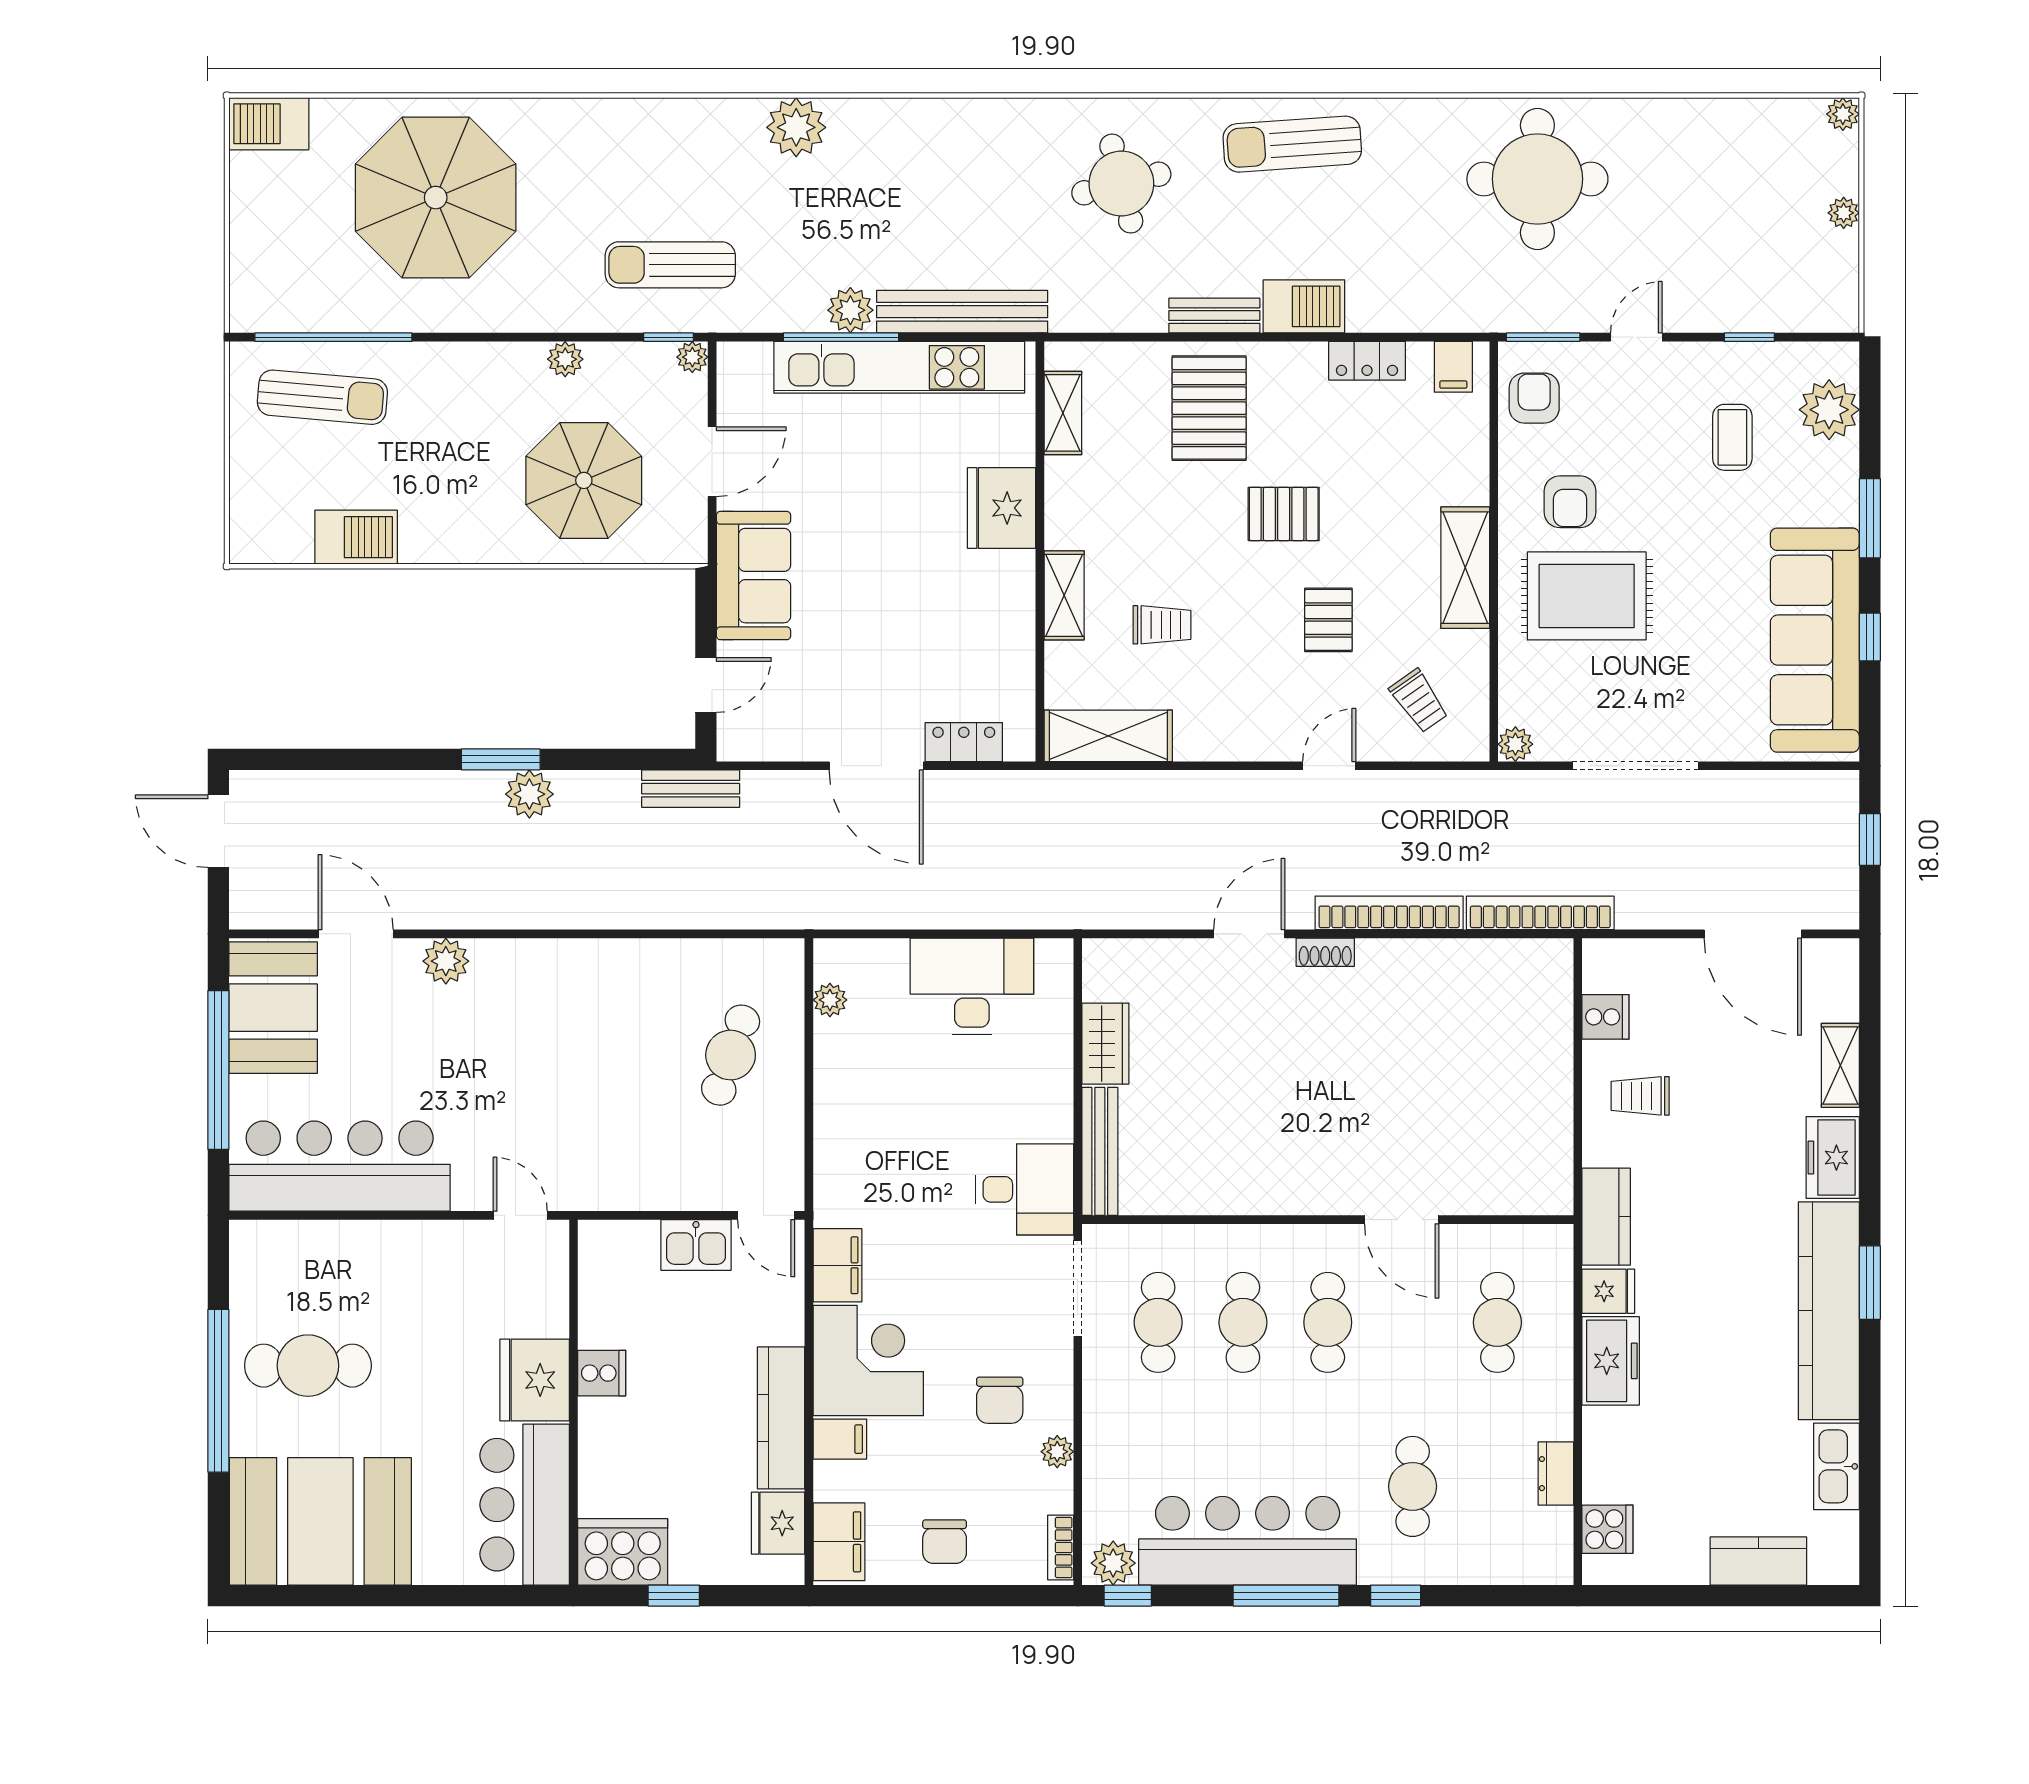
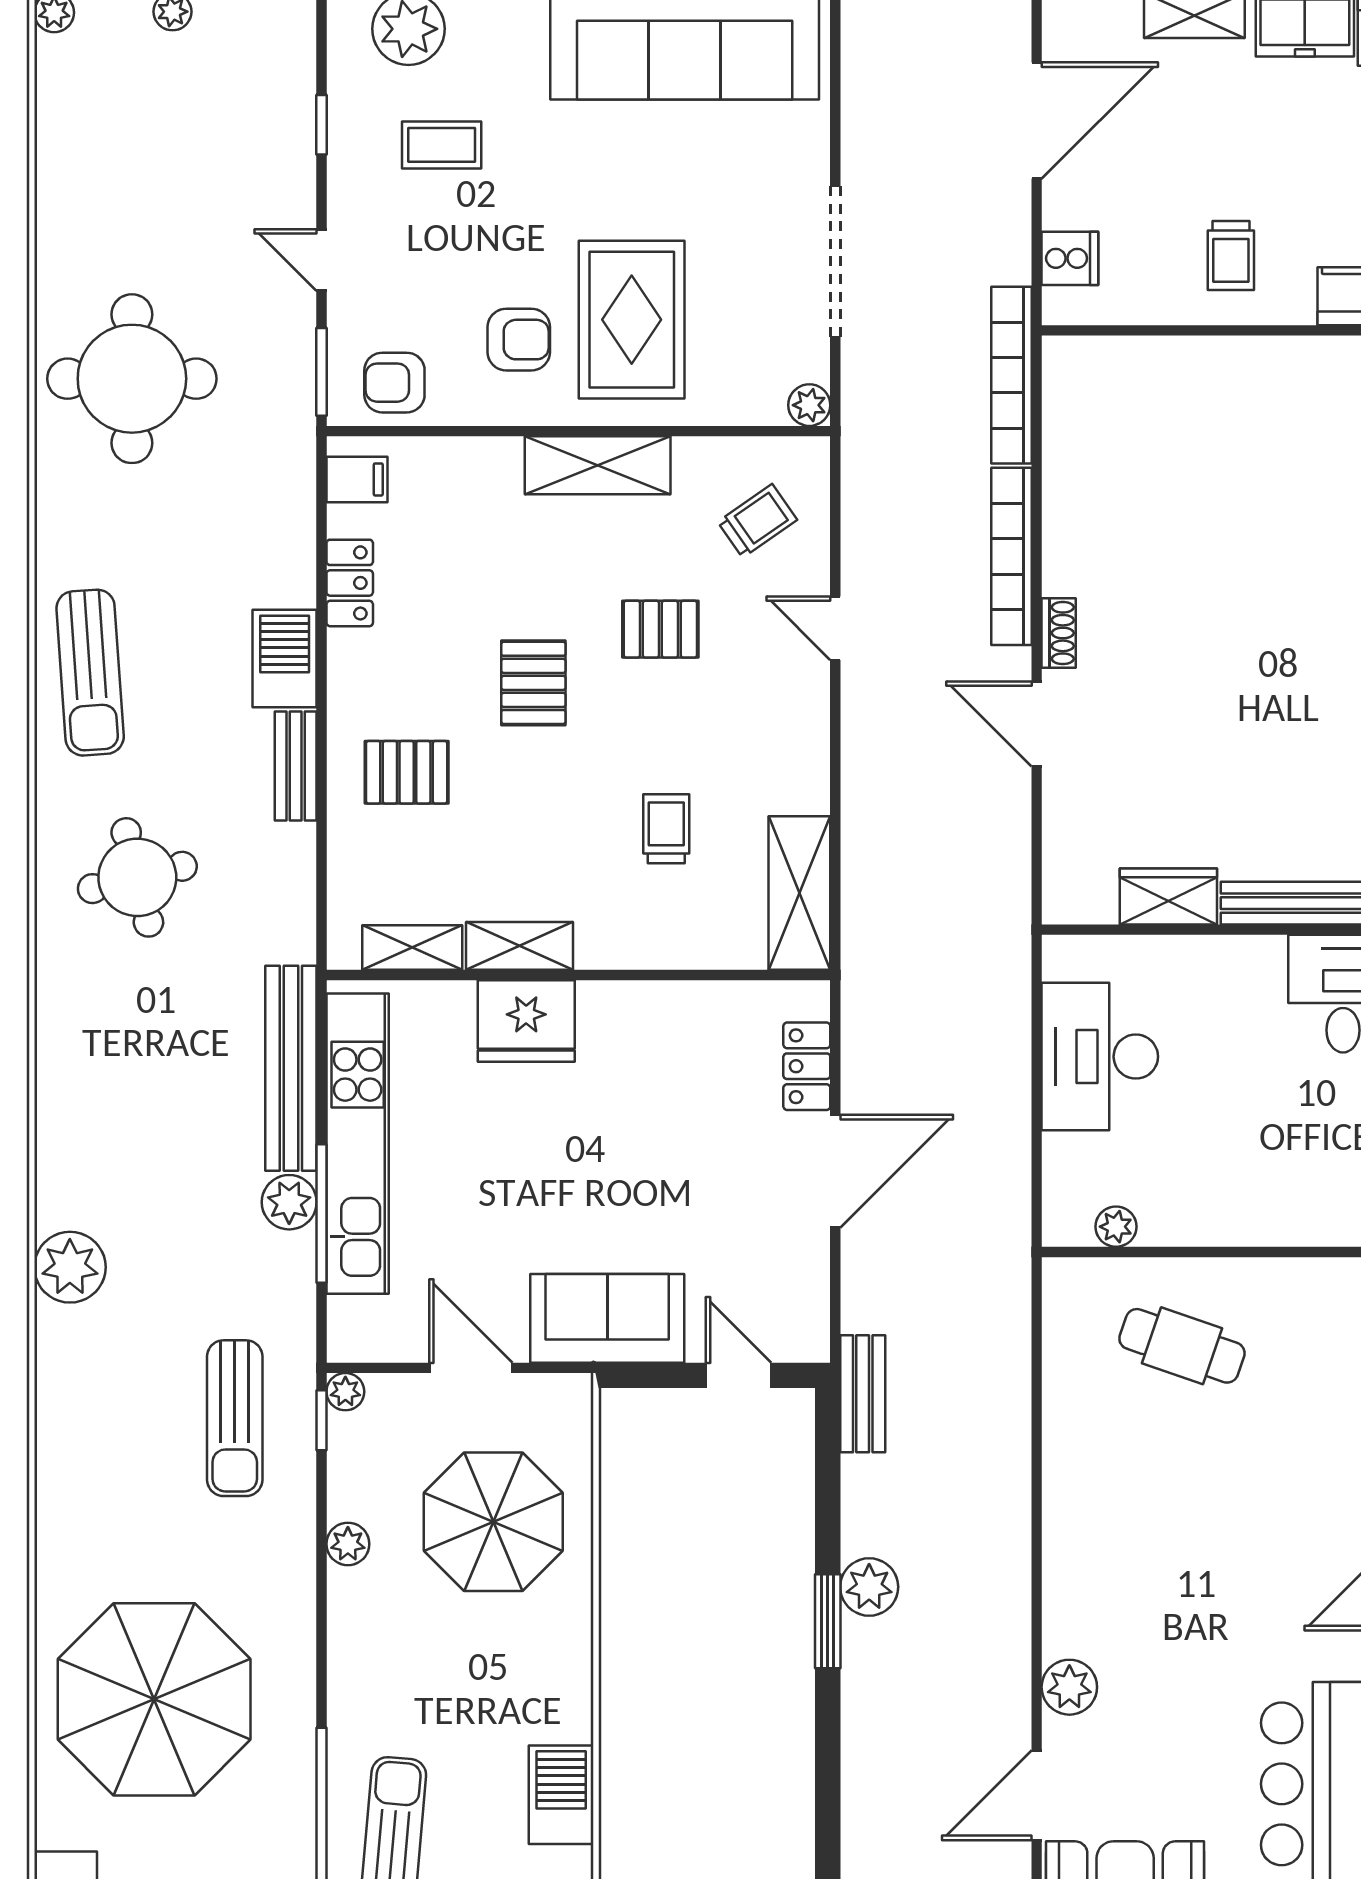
pallet: (1209, 408) -> (407, 772), width x0.67, depth x0.71
shelving: (1064, 595) -> (520, 946), moved
cooker: (1605, 1017) -> (1070, 258), moved, turned 90

